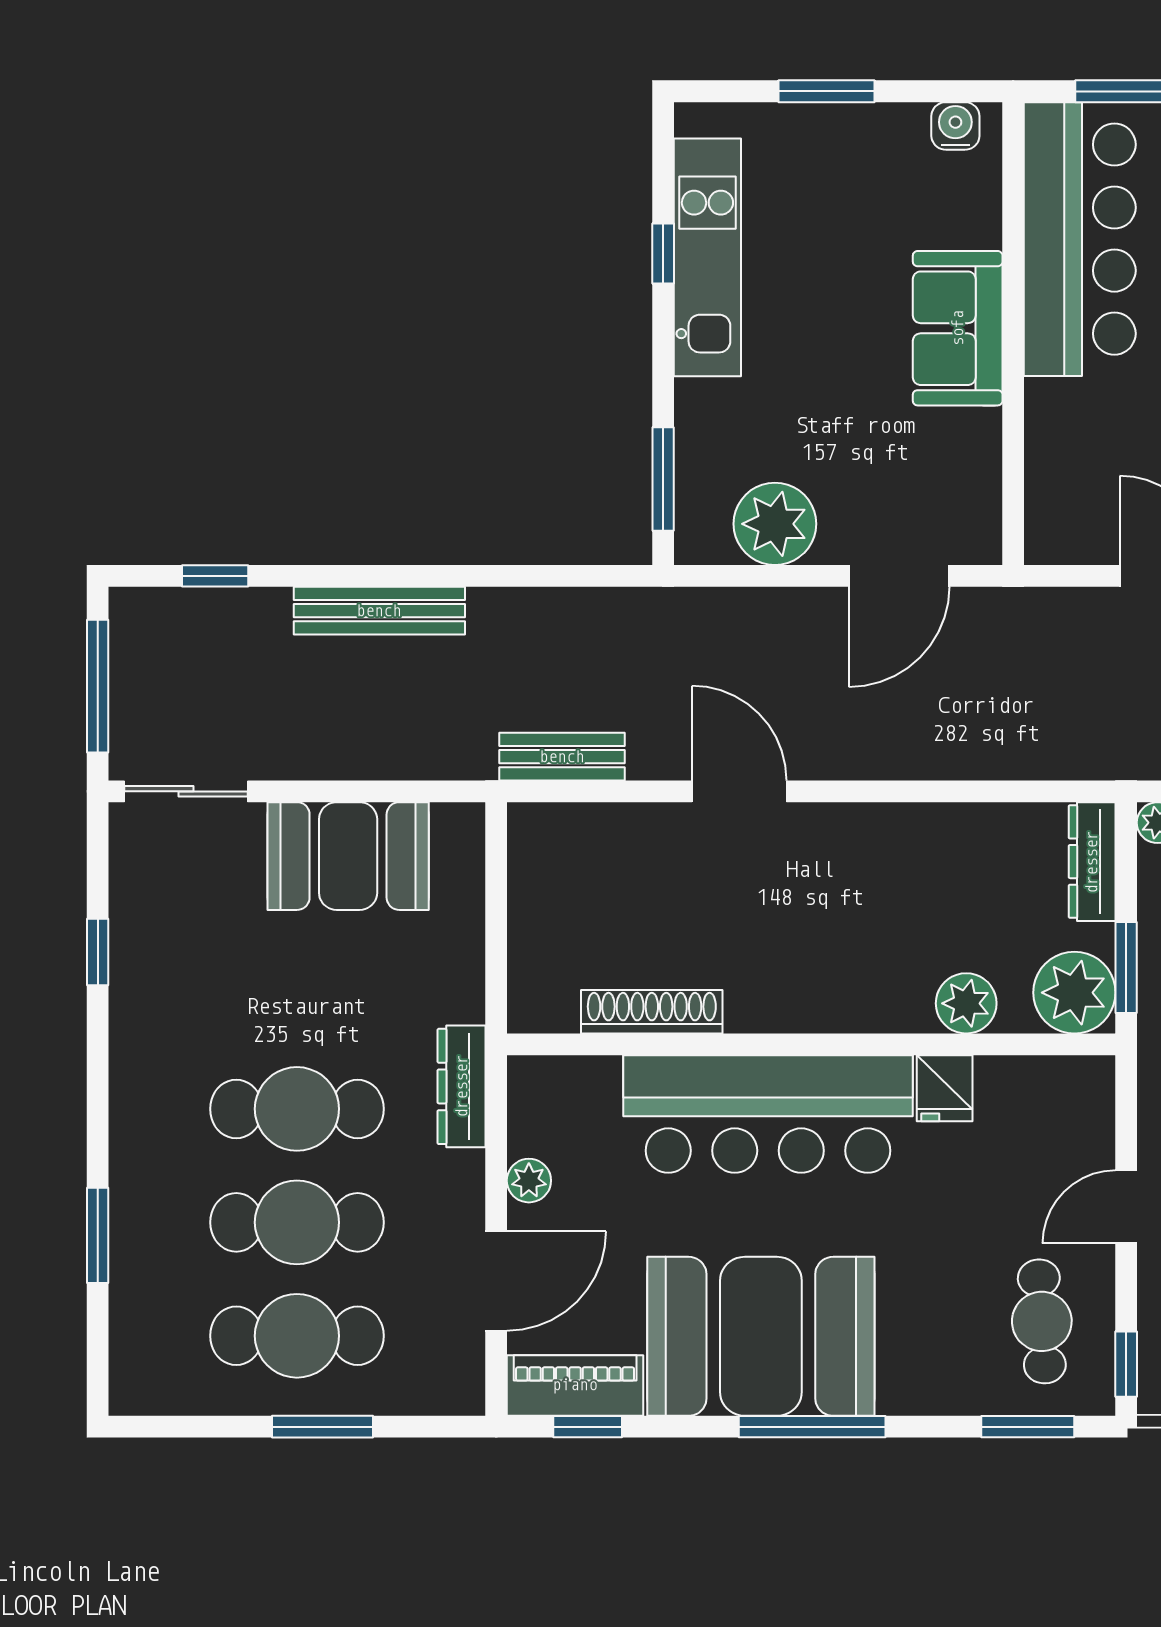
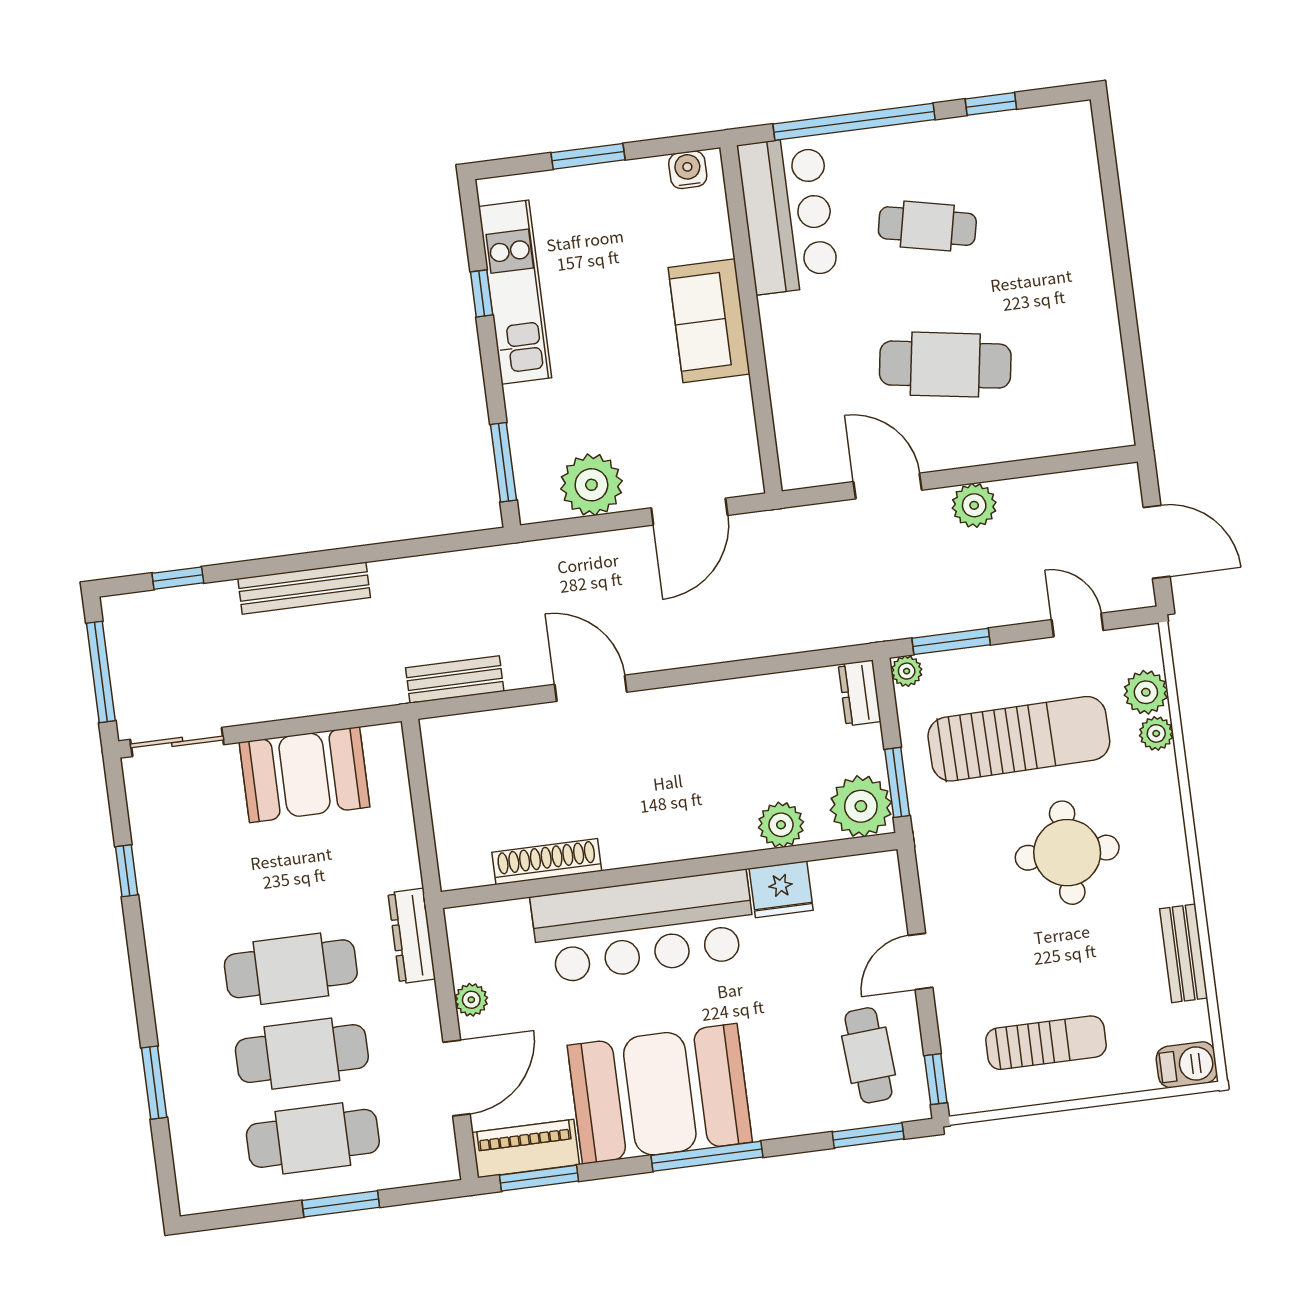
bar counter: (1080, 239) -> (788, 215), width x0.73
dresser: (1092, 862) -> (860, 693), width x0.70
fridge: (945, 1088) -> (781, 889), width x1.38
window: (588, 1427) -> (539, 1178), width x1.50

